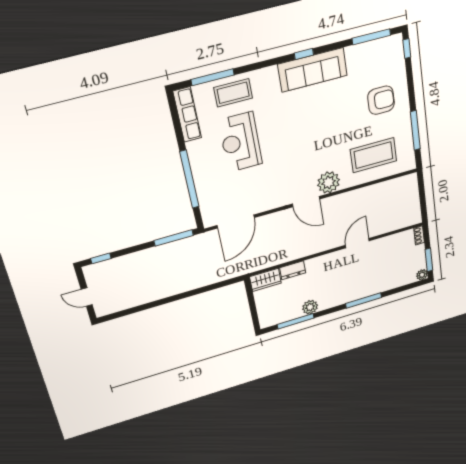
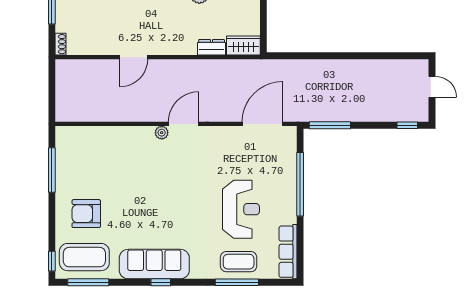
window: (213, 77) -> (237, 282), moved
coffee table: (373, 155) -> (84, 257), moved
plant: (329, 182) -> (162, 133), width x0.53, depth x0.53
door: (306, 202) -> (184, 124), hinge flipped

